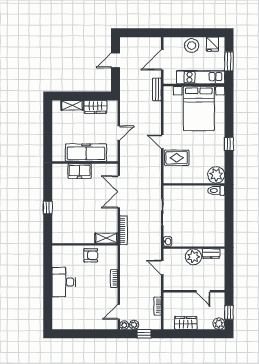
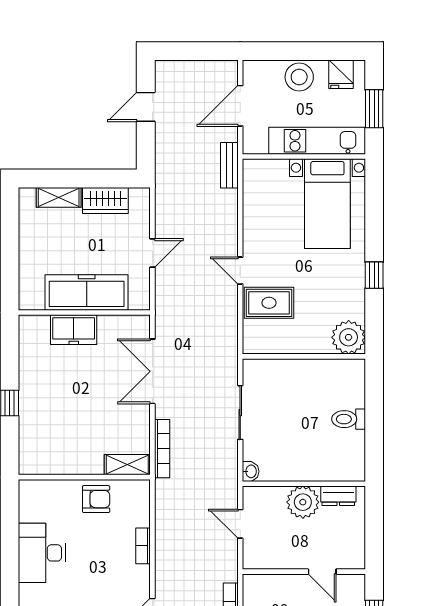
bed with nightstands: (199, 108) -> (327, 204), width x0.73
toilet: (216, 191) -> (349, 419), moved

